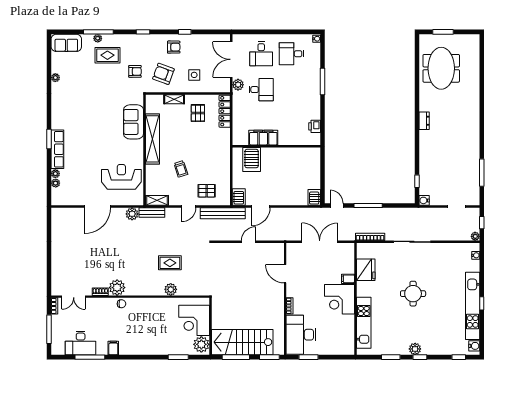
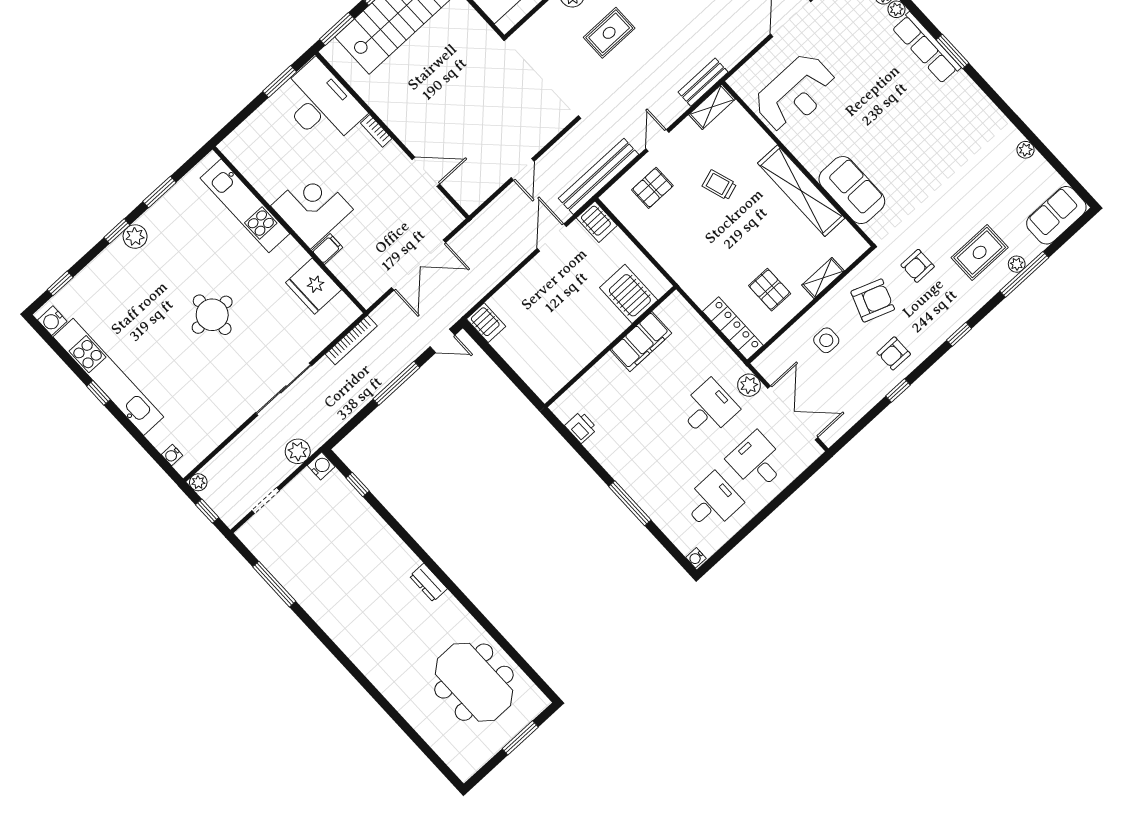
desk: (261, 90) -> (709, 409), turned 180
plant: (132, 214) -> (298, 451), moved

